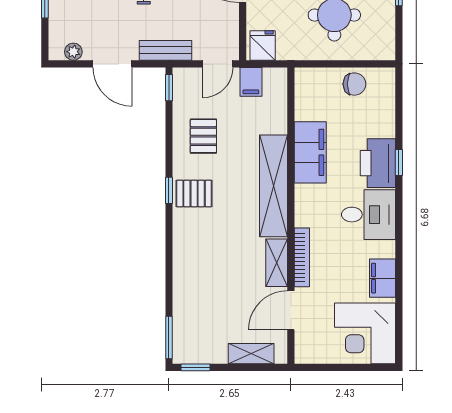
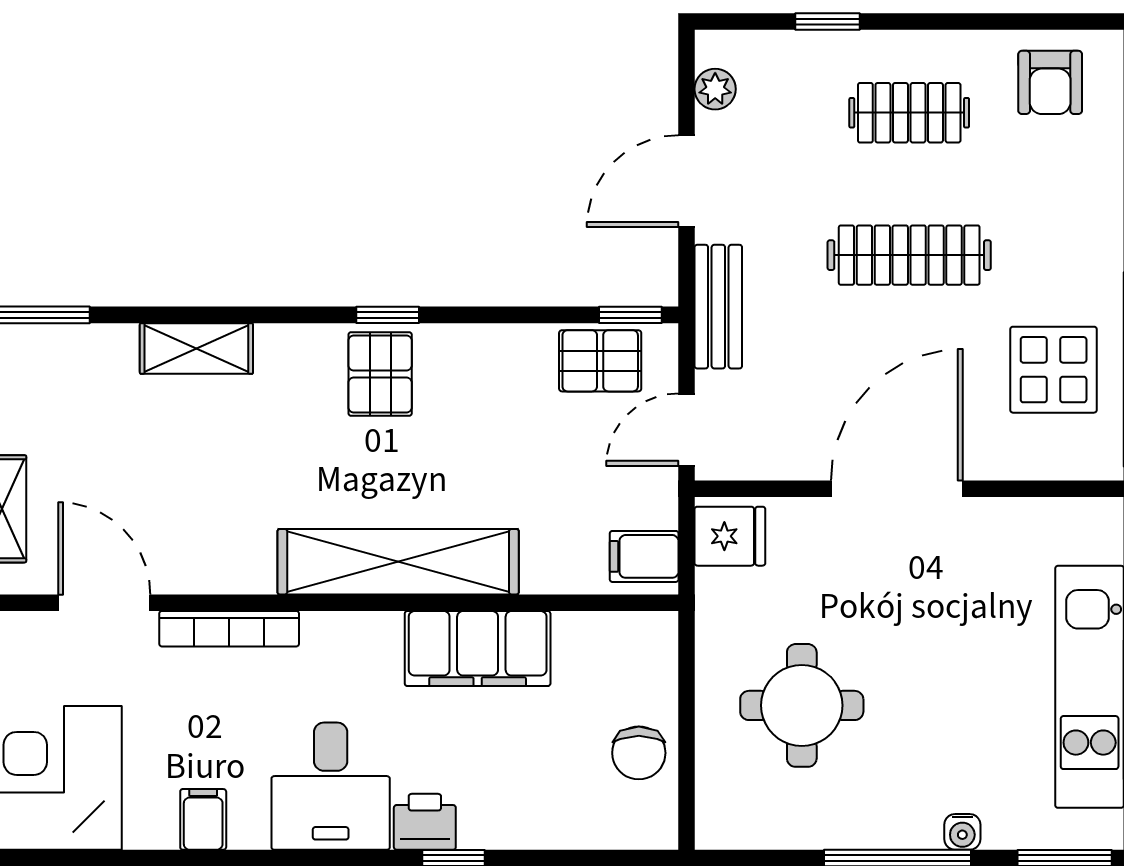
door: (218, 64) -> (687, 430), hinge flipped
filing cabinet: (251, 82) -> (644, 556), moved
pallet: (203, 136) -> (600, 361), moved
printer: (378, 163) -> (425, 822), width x0.53, depth x0.68
shelving: (277, 263) -> (196, 348), moved
filing cabinet: (383, 278) -> (203, 819), width x0.50

